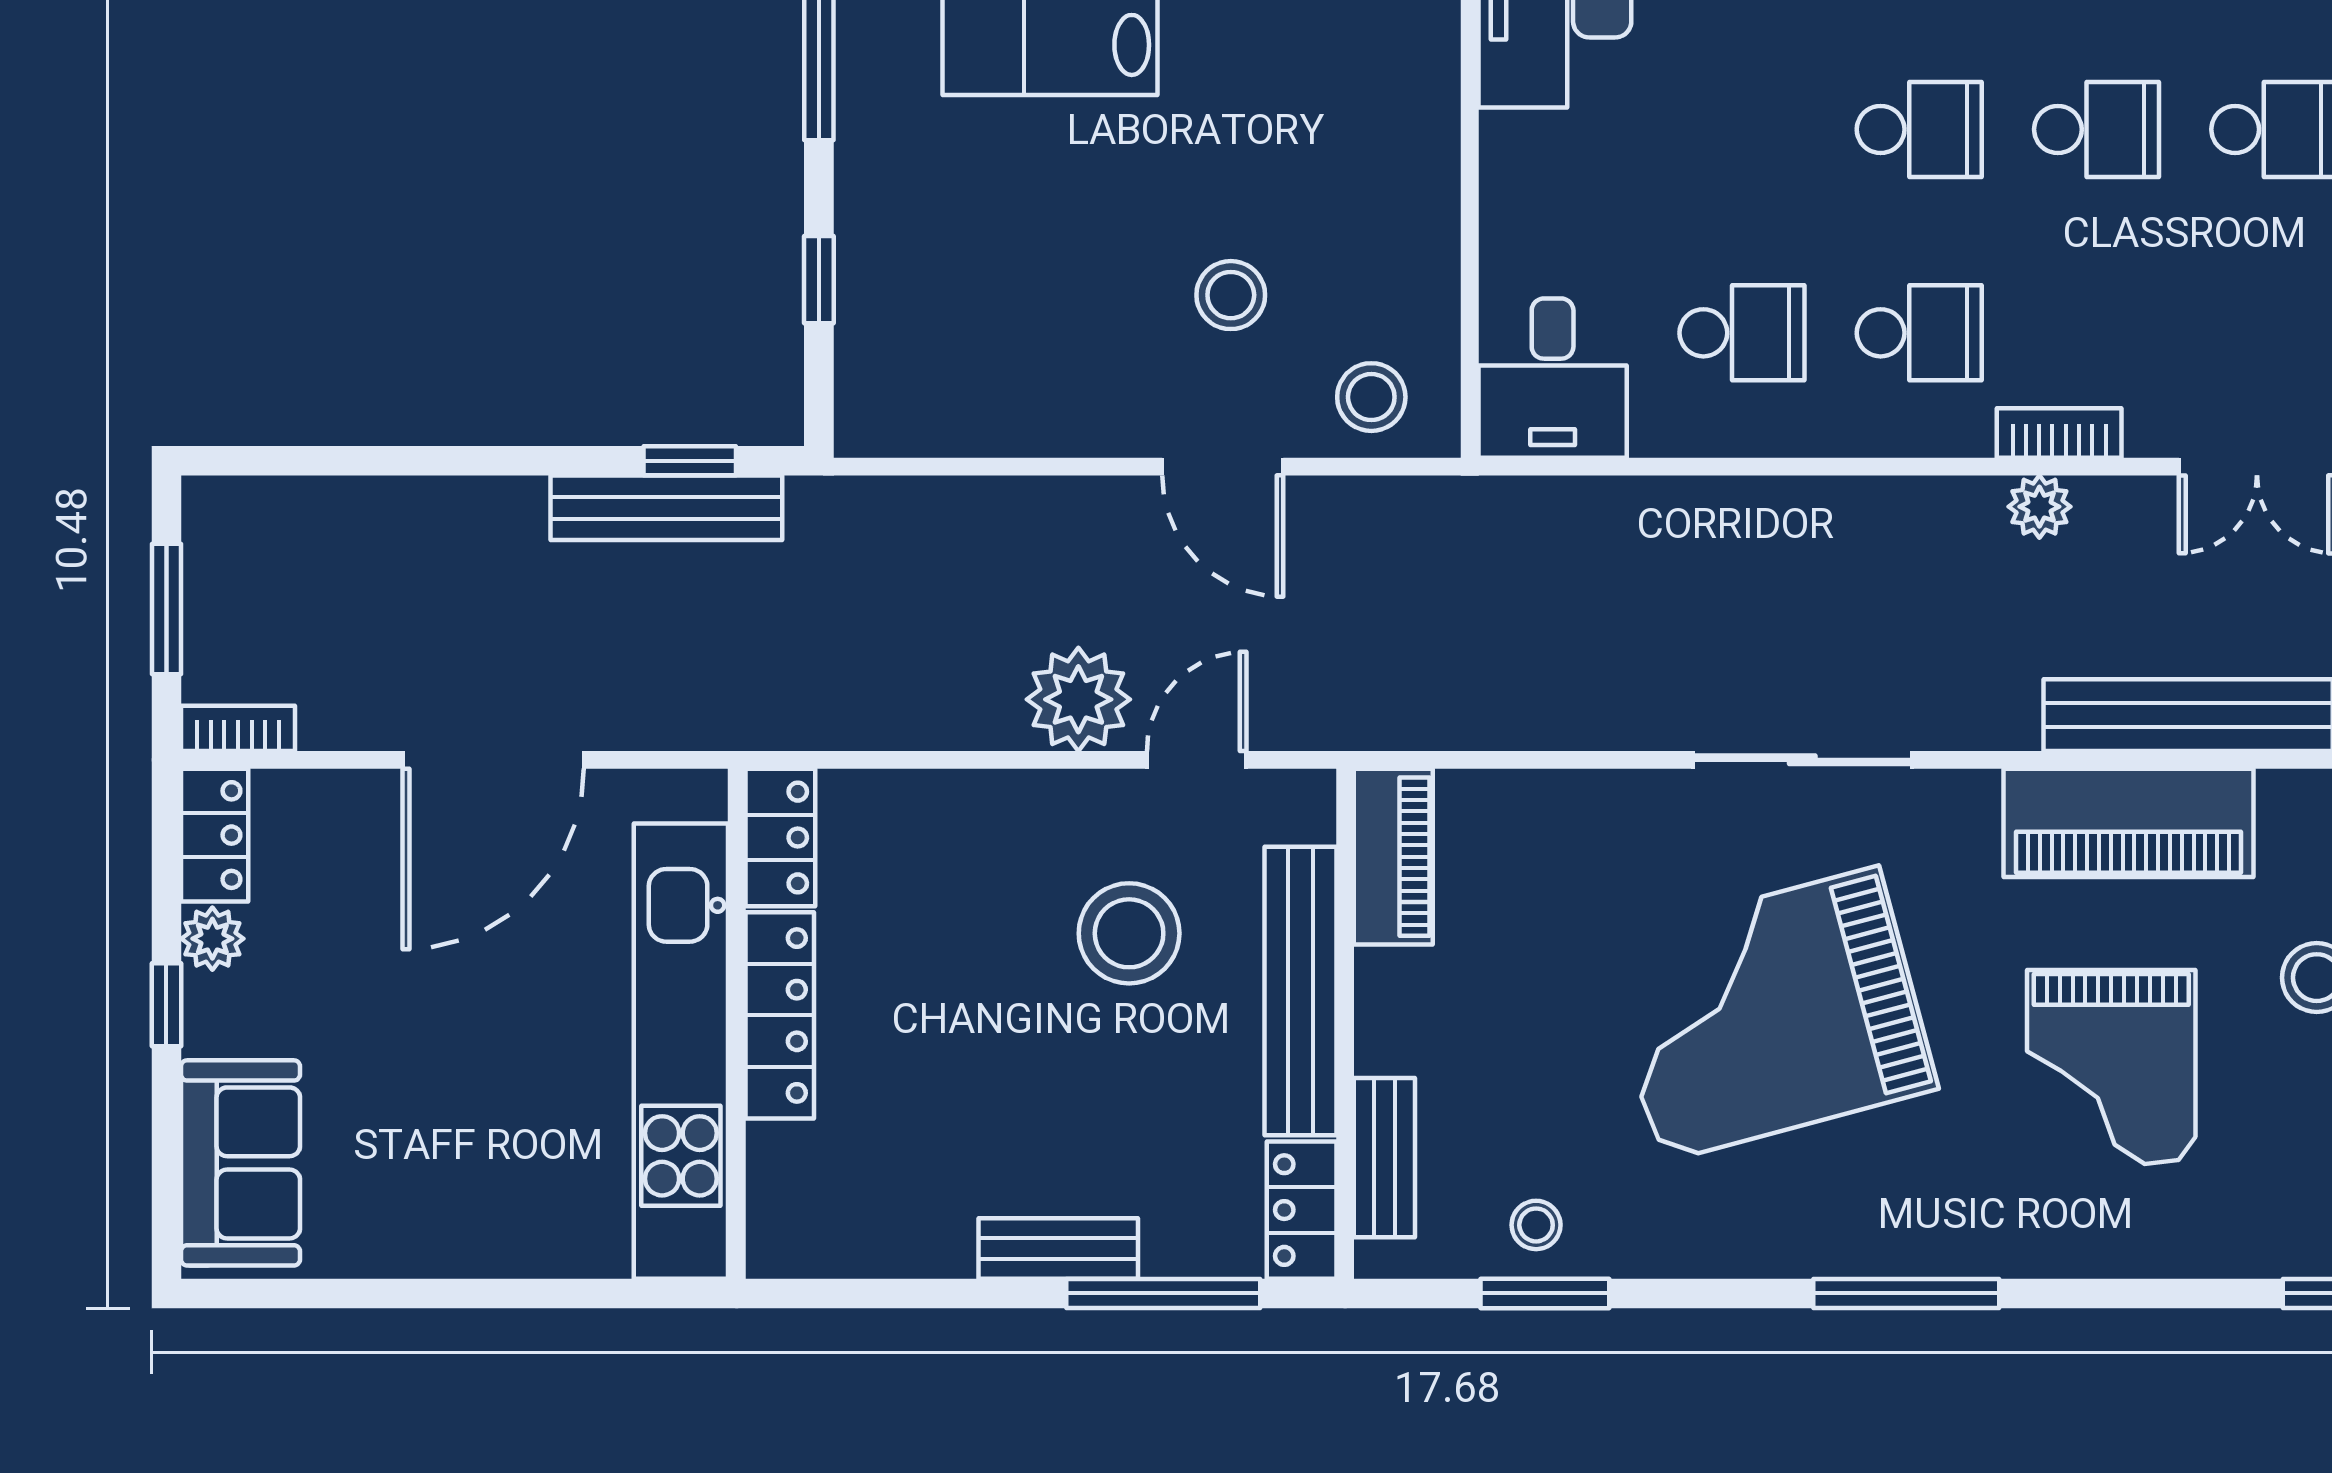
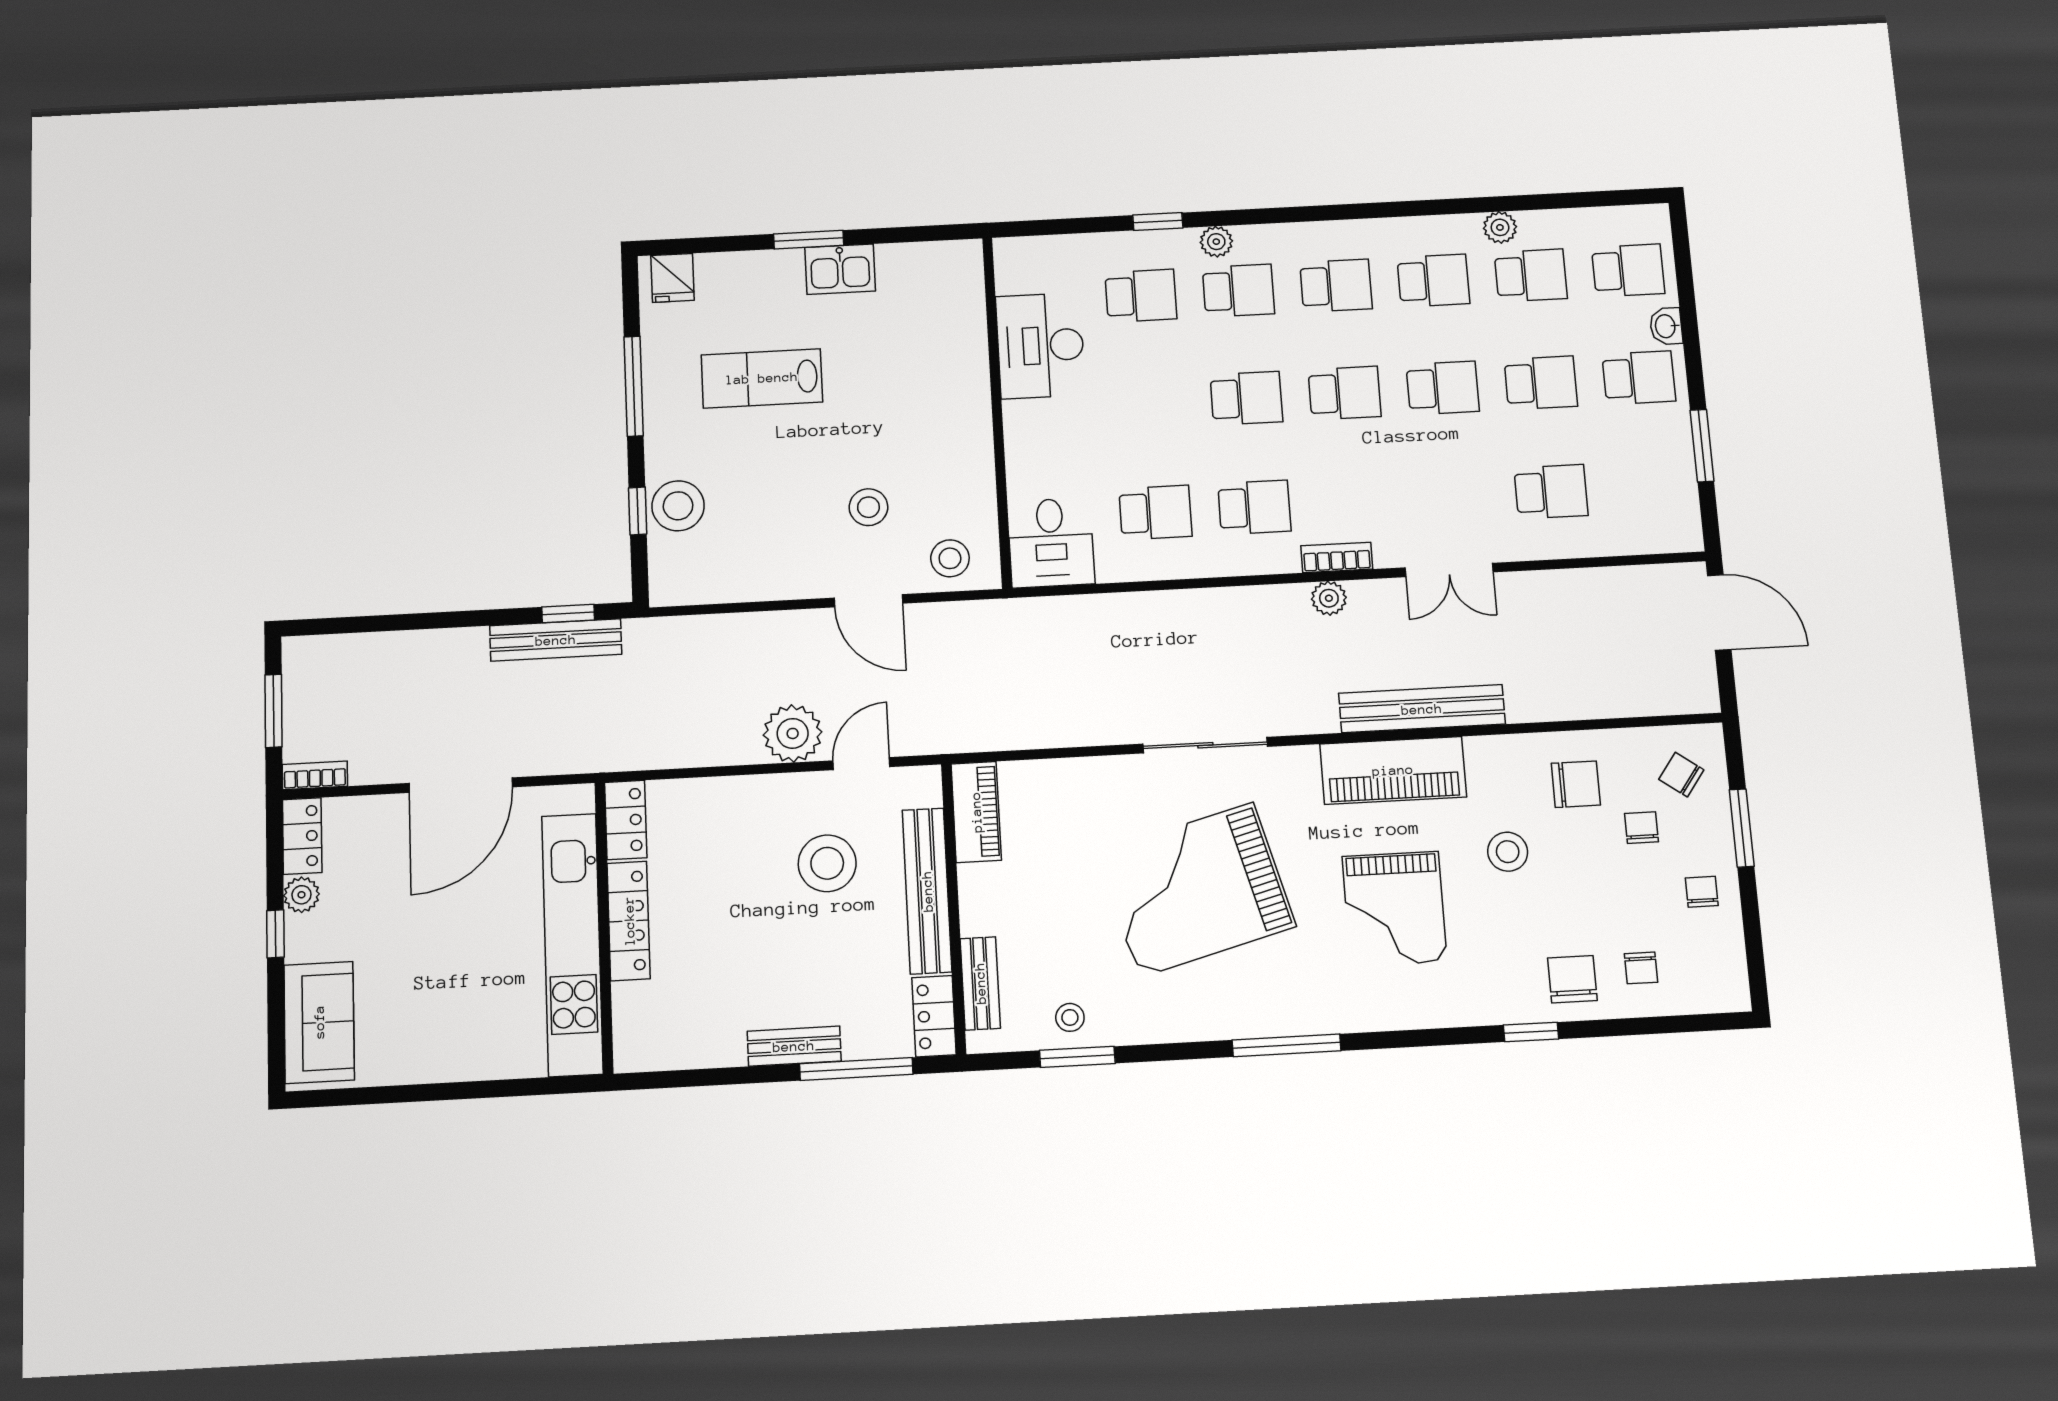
stool: (891, 274) -> (678, 506), added

